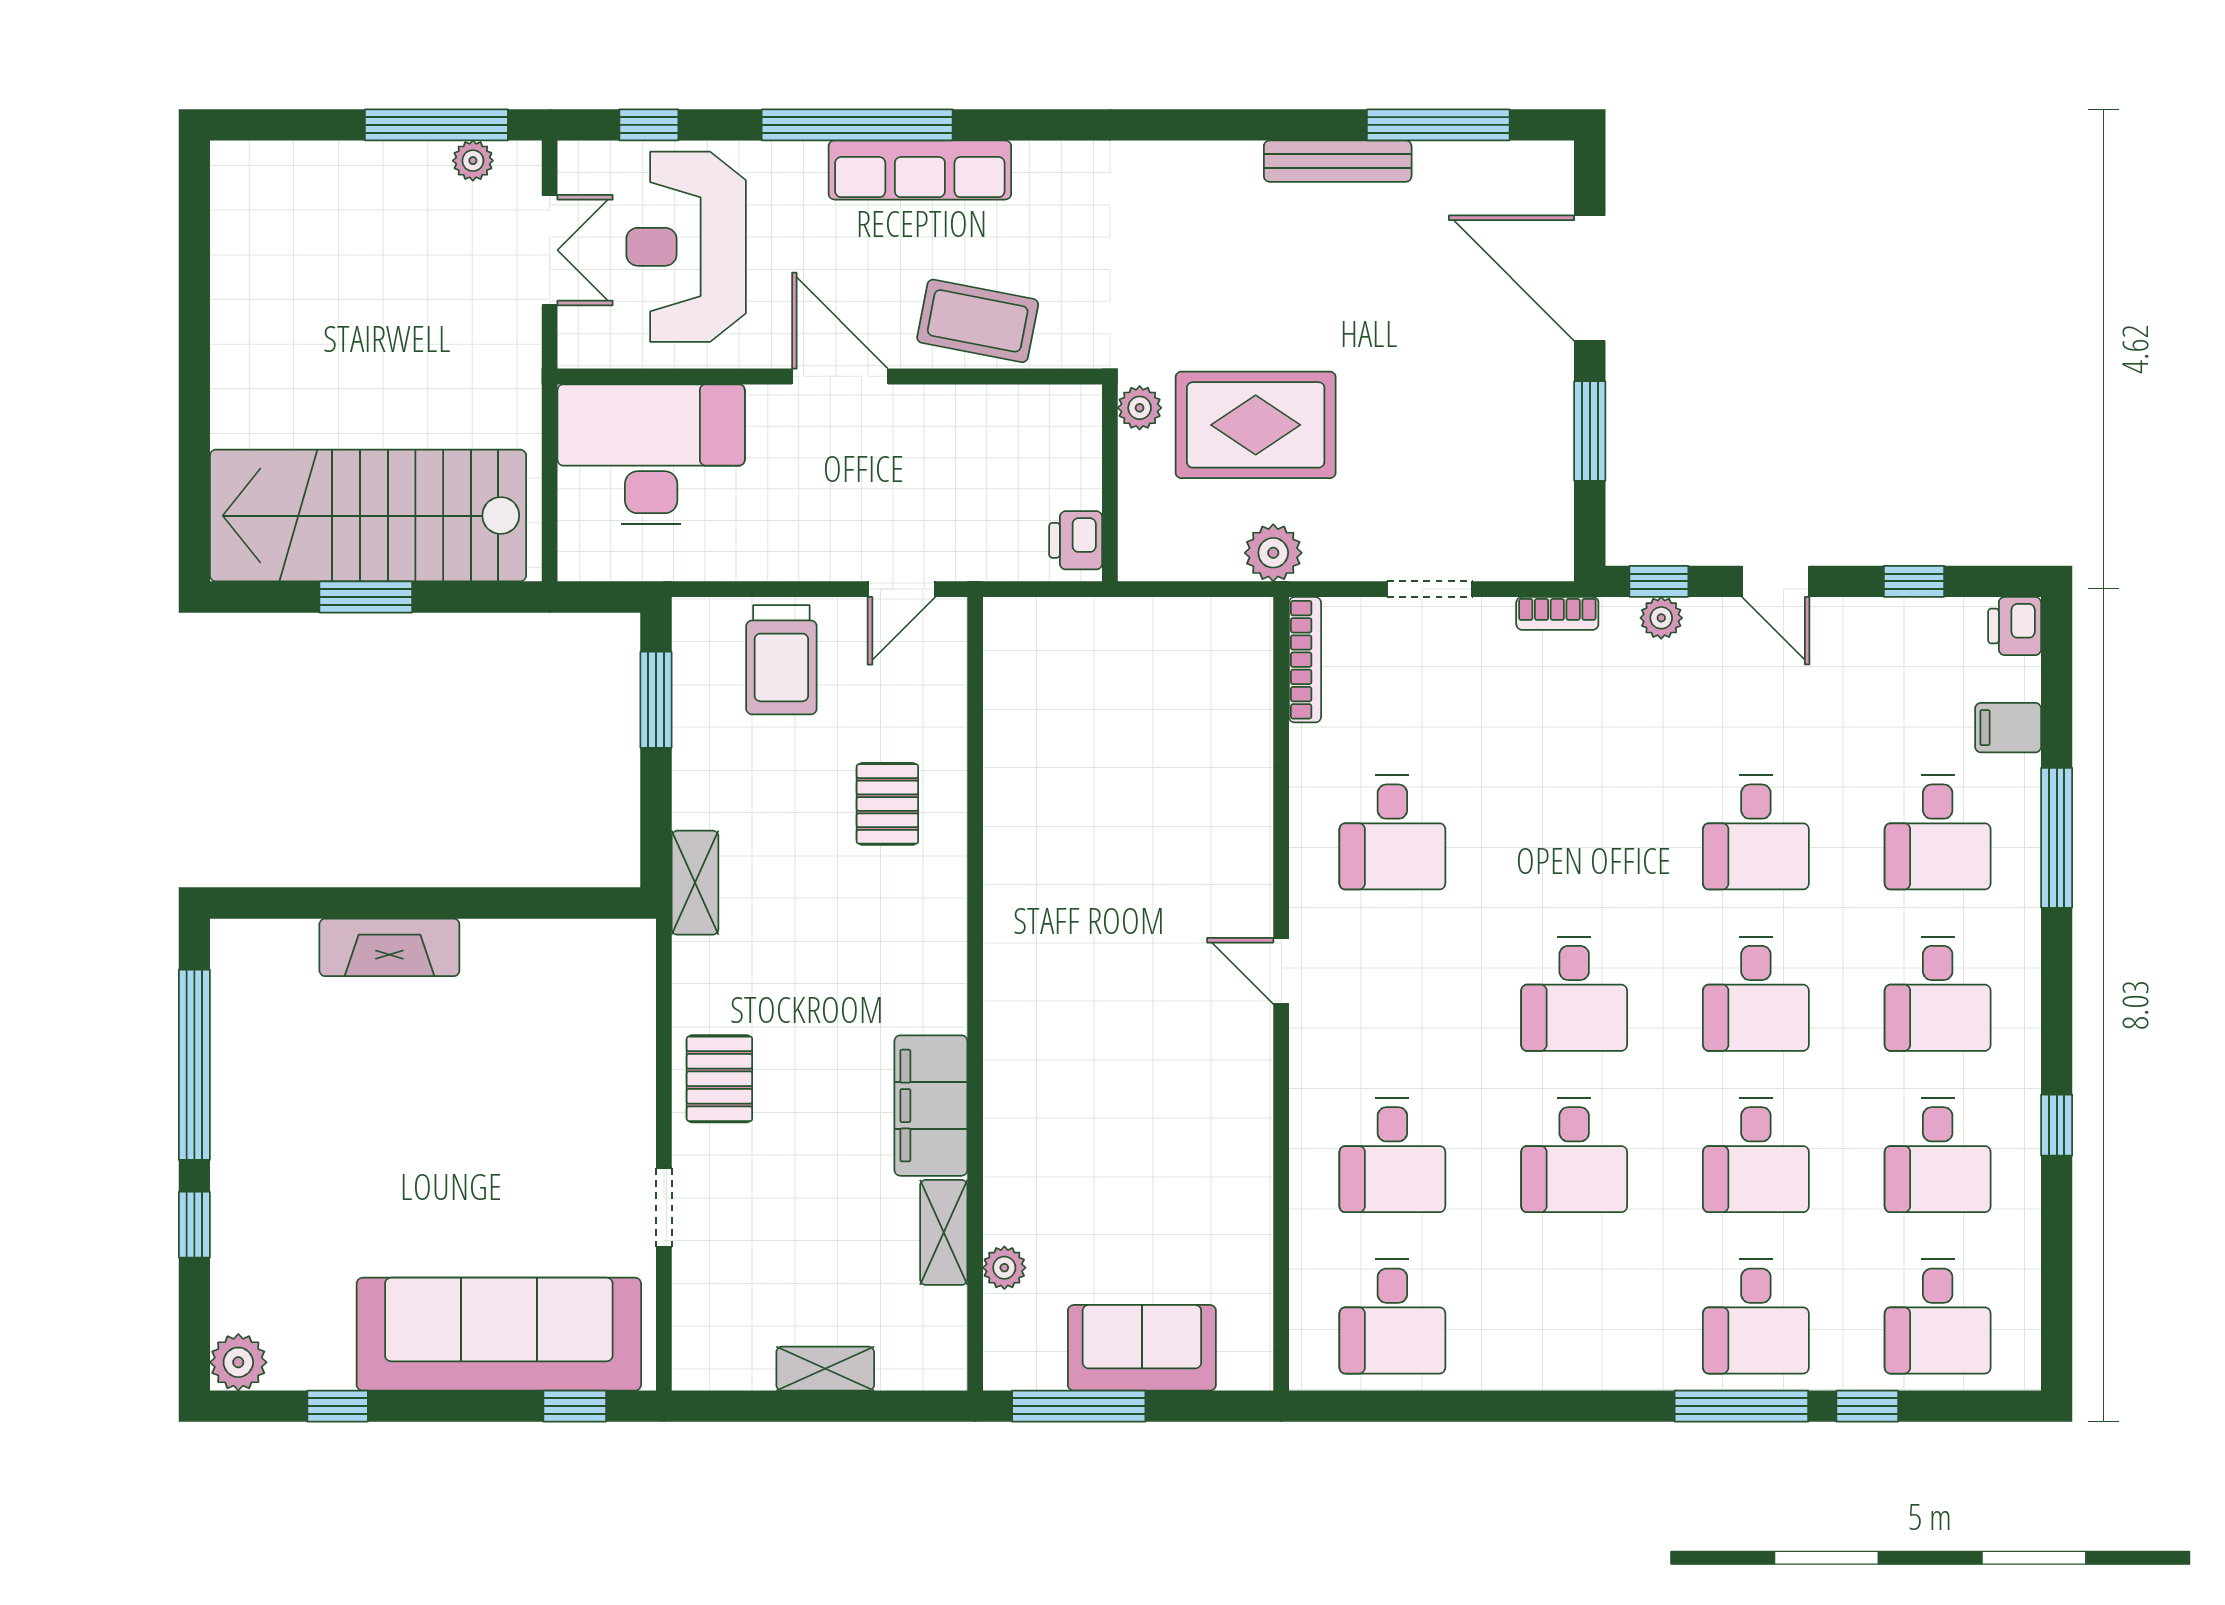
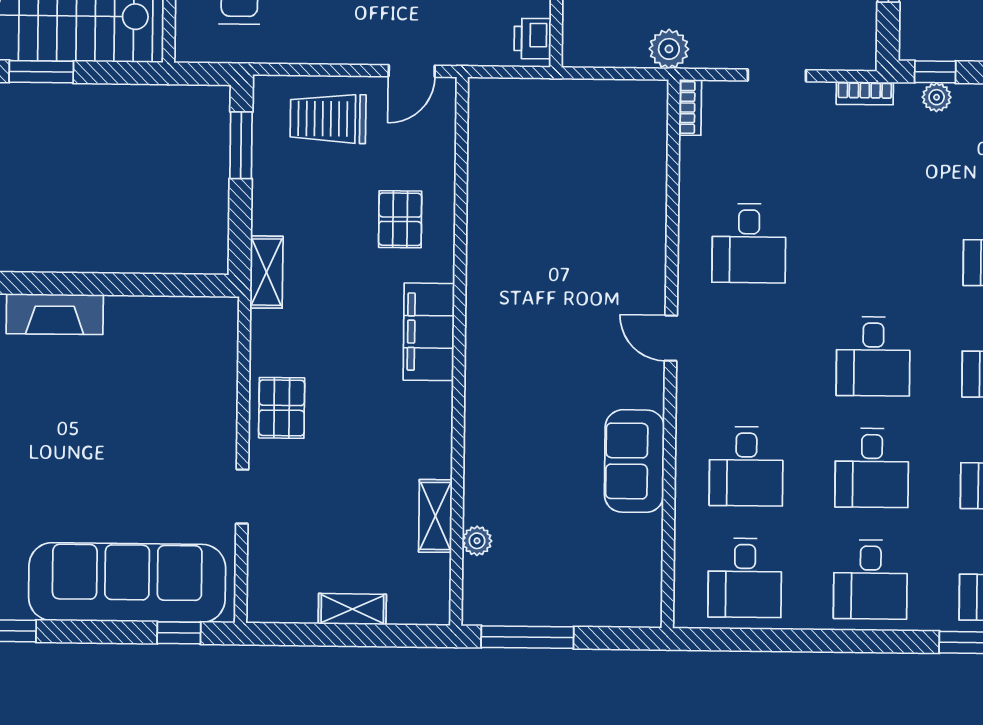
trolley: (781, 660) -> (328, 119), turned 90
bookcase: (1305, 660) -> (690, 107), width x0.64
filing cabinet: (931, 1106) -> (429, 332), moved
desk: (1574, 1316) -> (870, 579), added
sofa: (1142, 1348) -> (634, 461), moved, turned -90

